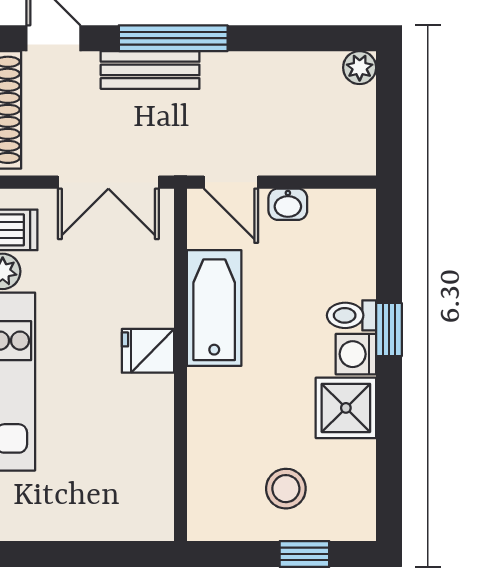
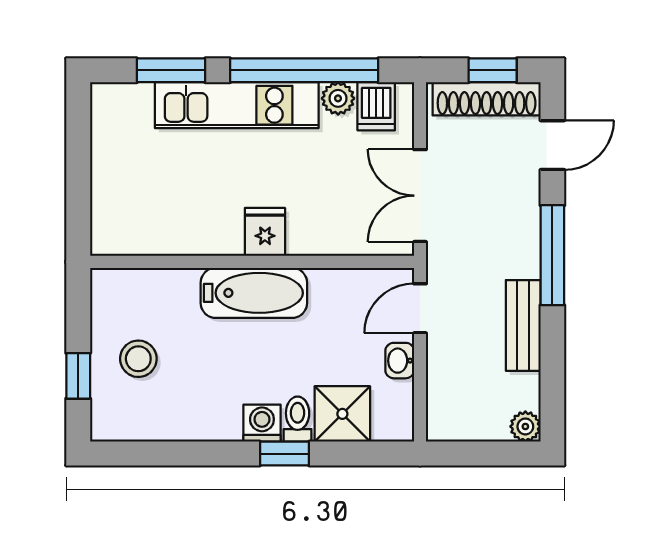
bench: (150, 70) -> (523, 325), moved
bathtub: (214, 308) -> (254, 293), moved
shower: (346, 408) -> (342, 414), moved

